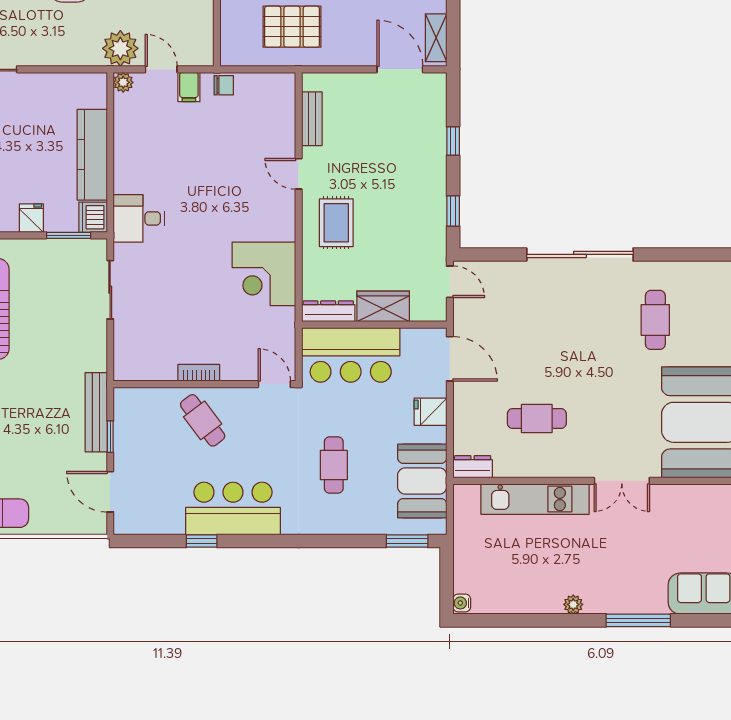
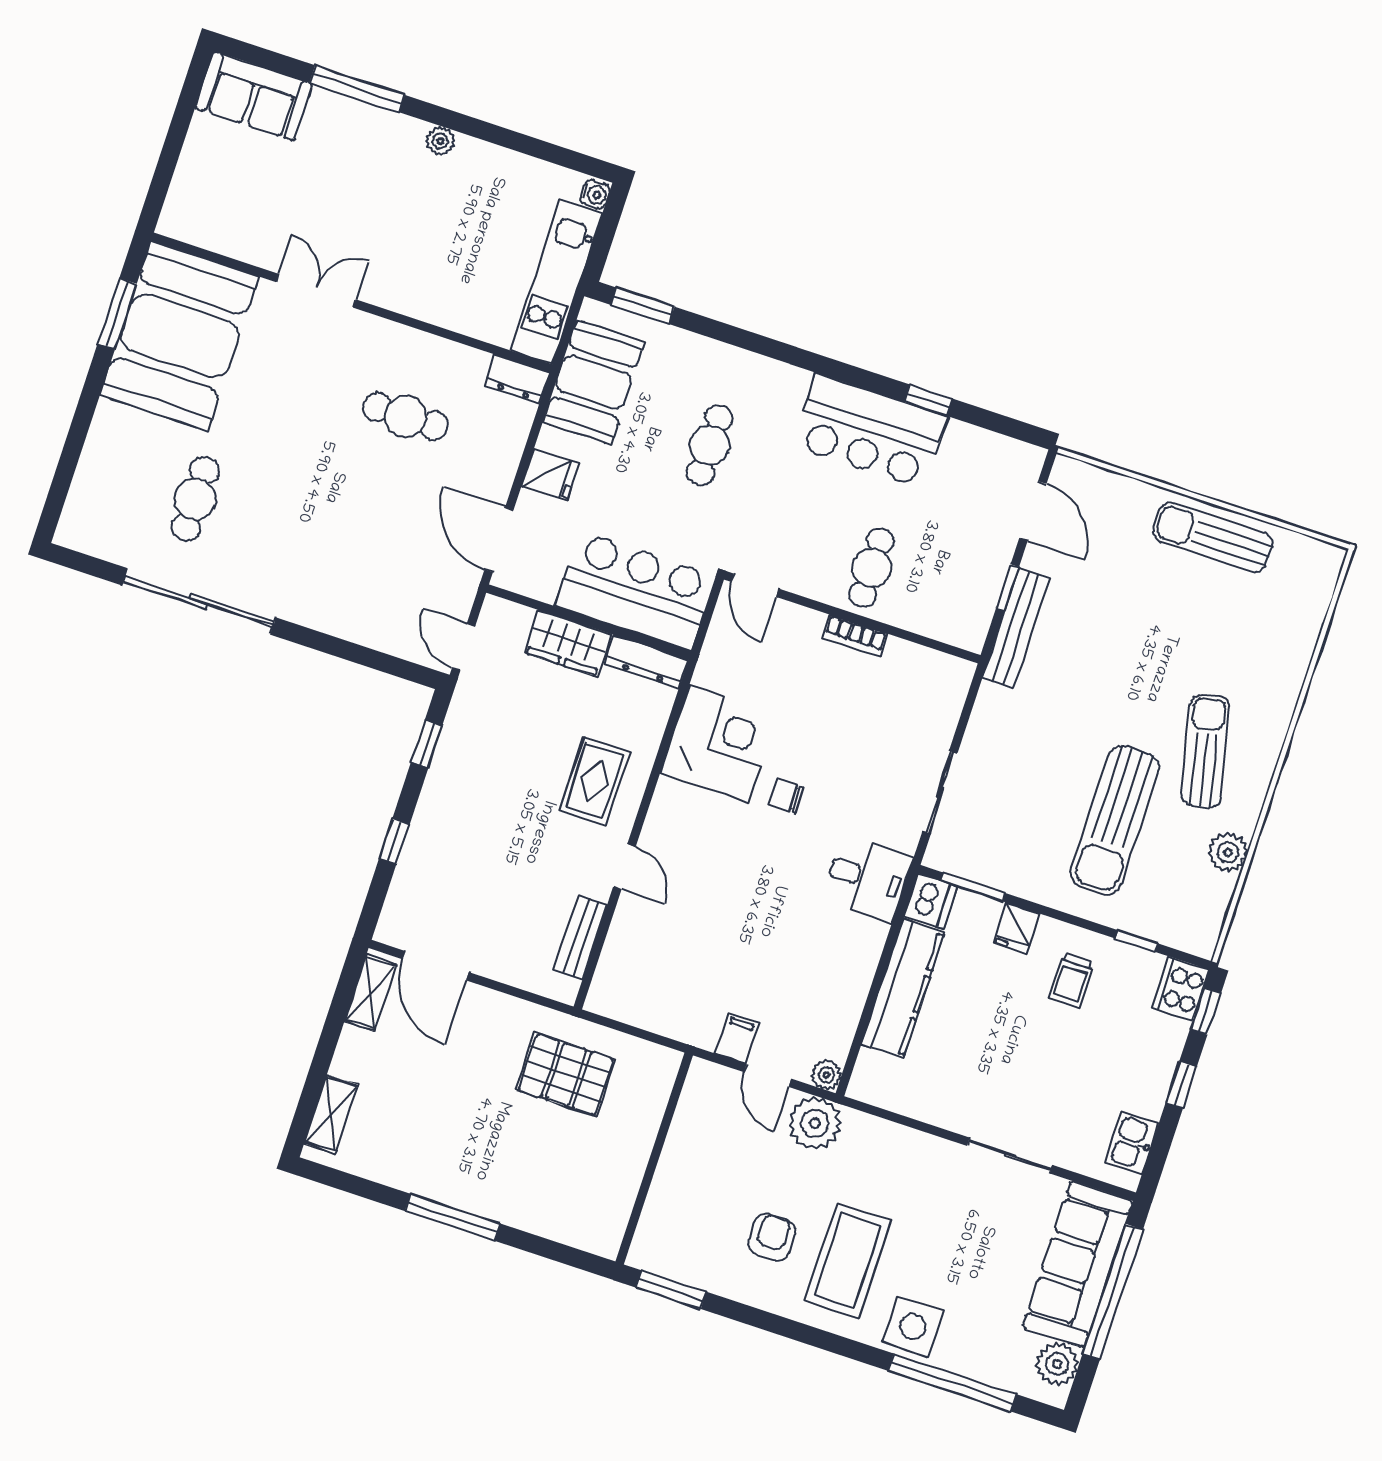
chair: (224, 85) -> (786, 796), moved
sliding door: (580, 254) -> (199, 601), moved
cafe table: (203, 420) -> (872, 568), turned 37
kitchen unit: (535, 499) -> (556, 282), moved, turned -90

